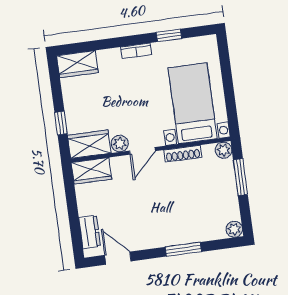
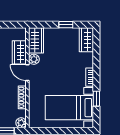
bed with nightstands: (193, 103) -> (69, 108), moved, turned 180
window: (61, 123) -> (66, 25), moved
wardrobe: (91, 171) -> (19, 52), moved

